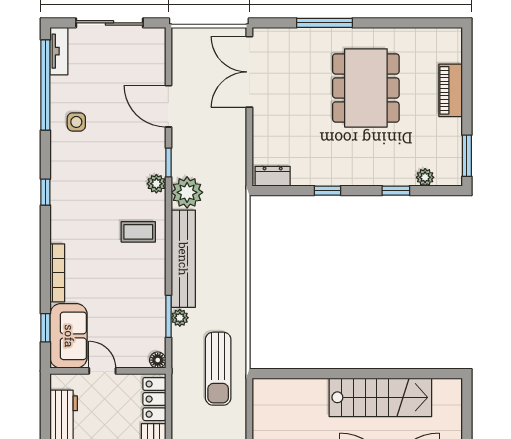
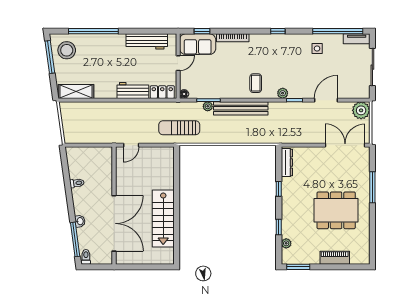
dresser: (273, 176) -> (287, 163), width x1.44
plant: (187, 192) -> (361, 110), moved

